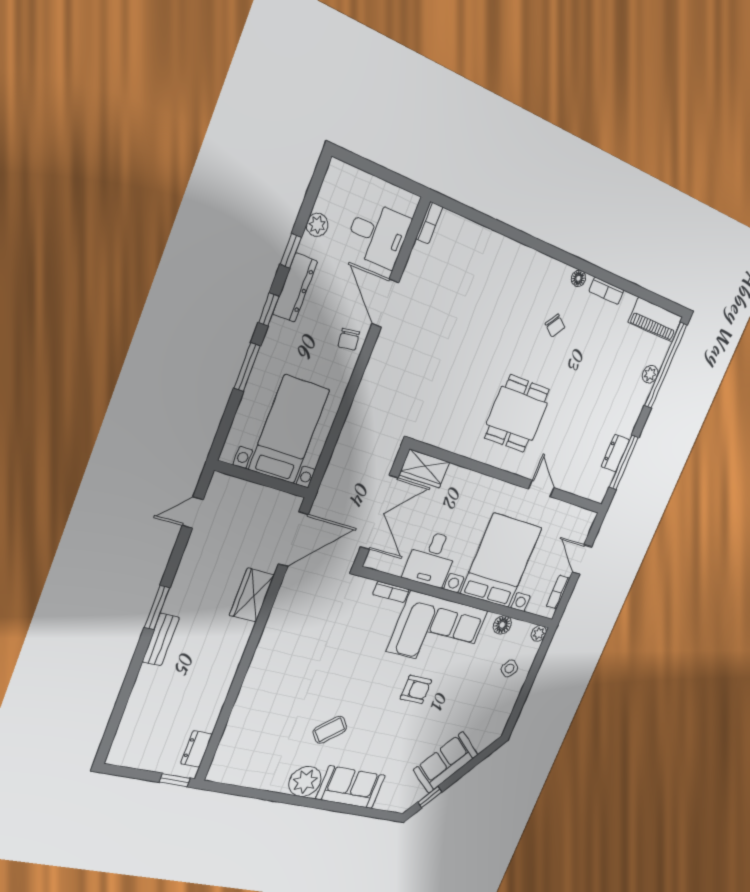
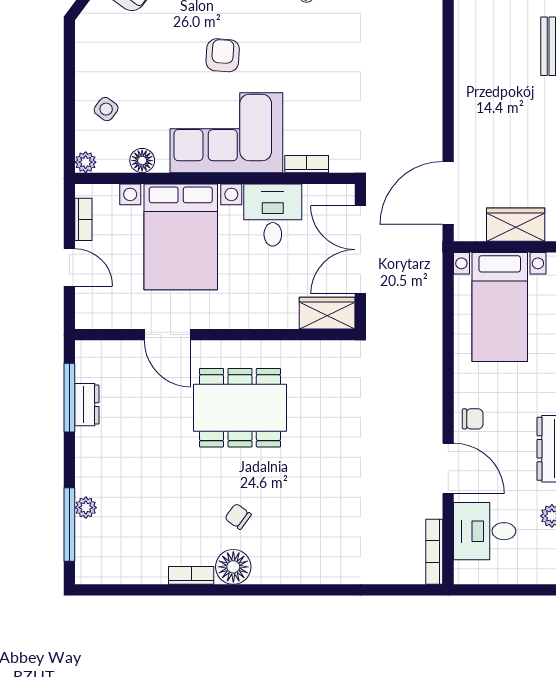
bookcase: (429, 223) -> (434, 552), width x1.56
floor lamp: (578, 278) -> (233, 567), width x1.89, depth x1.89
piano: (655, 320) -> (111, 568), removed
chair: (349, 339) -> (473, 419), turned 98
window: (666, 365) -> (69, 524), width x0.68
dining table: (517, 414) -> (240, 408), width x1.37
door: (541, 488) -> (168, 335), width x1.37
wardrobe: (252, 595) -> (516, 225), moved, turned -90
armchair: (416, 689) -> (223, 55), turned 94

